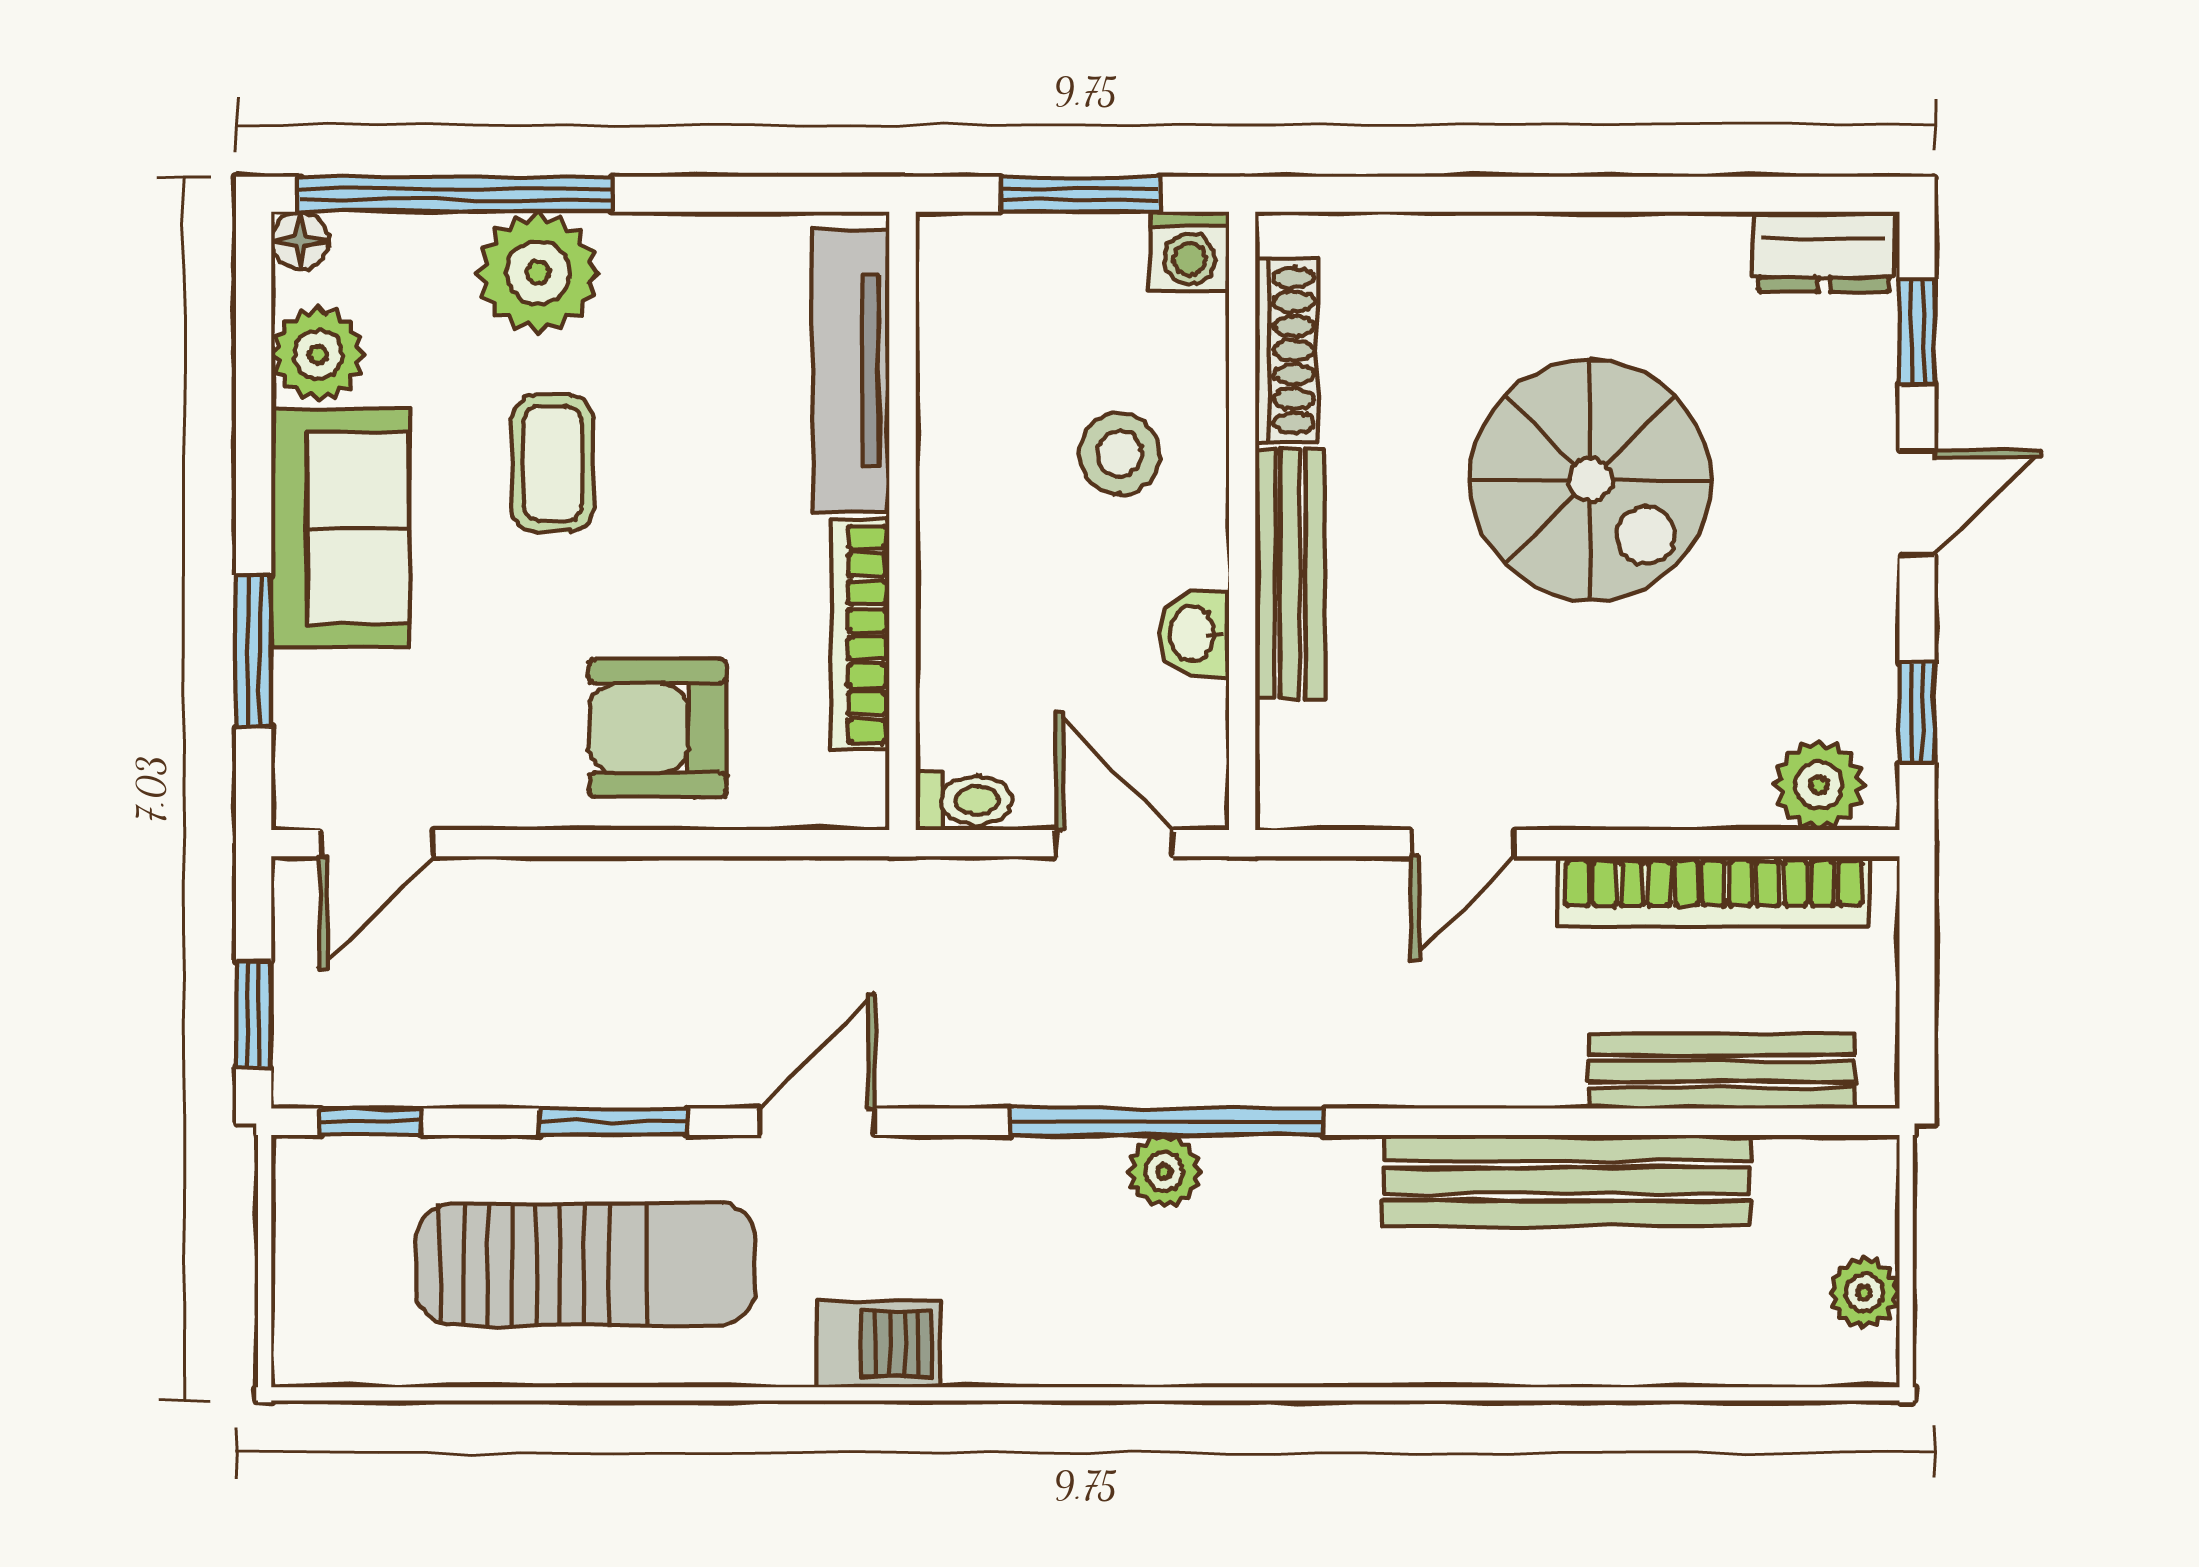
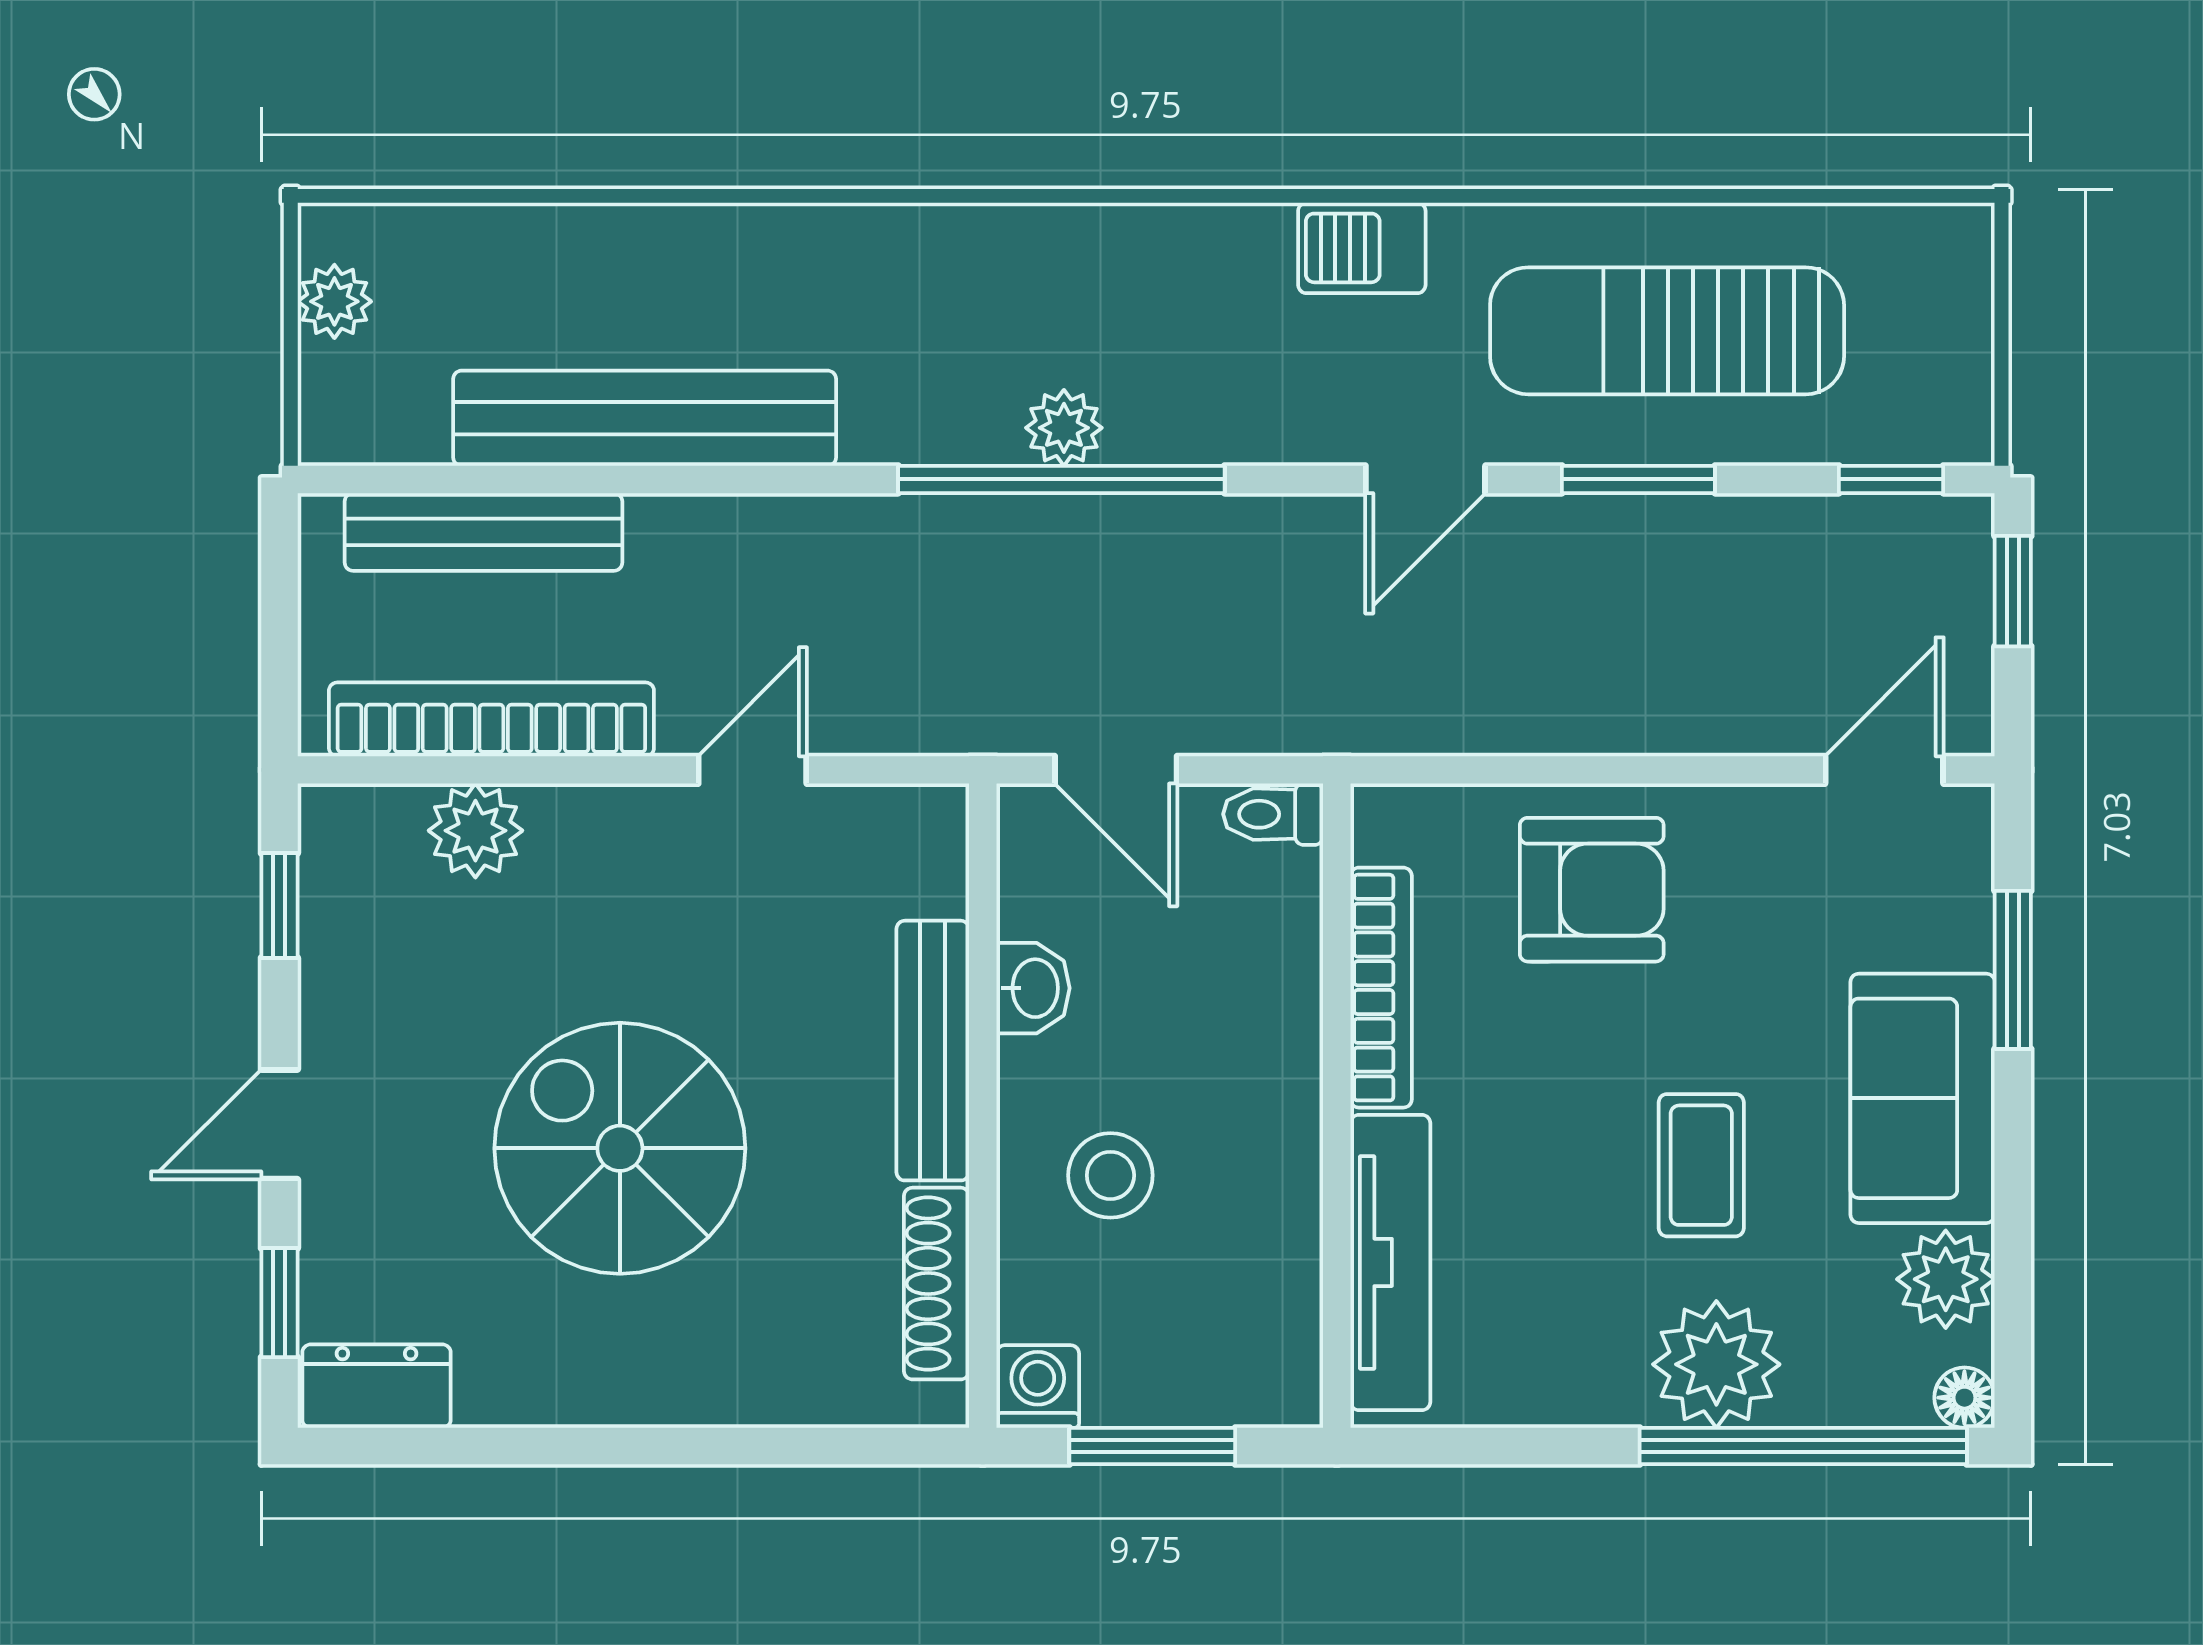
plant: (1819, 785) -> (475, 831), moved

